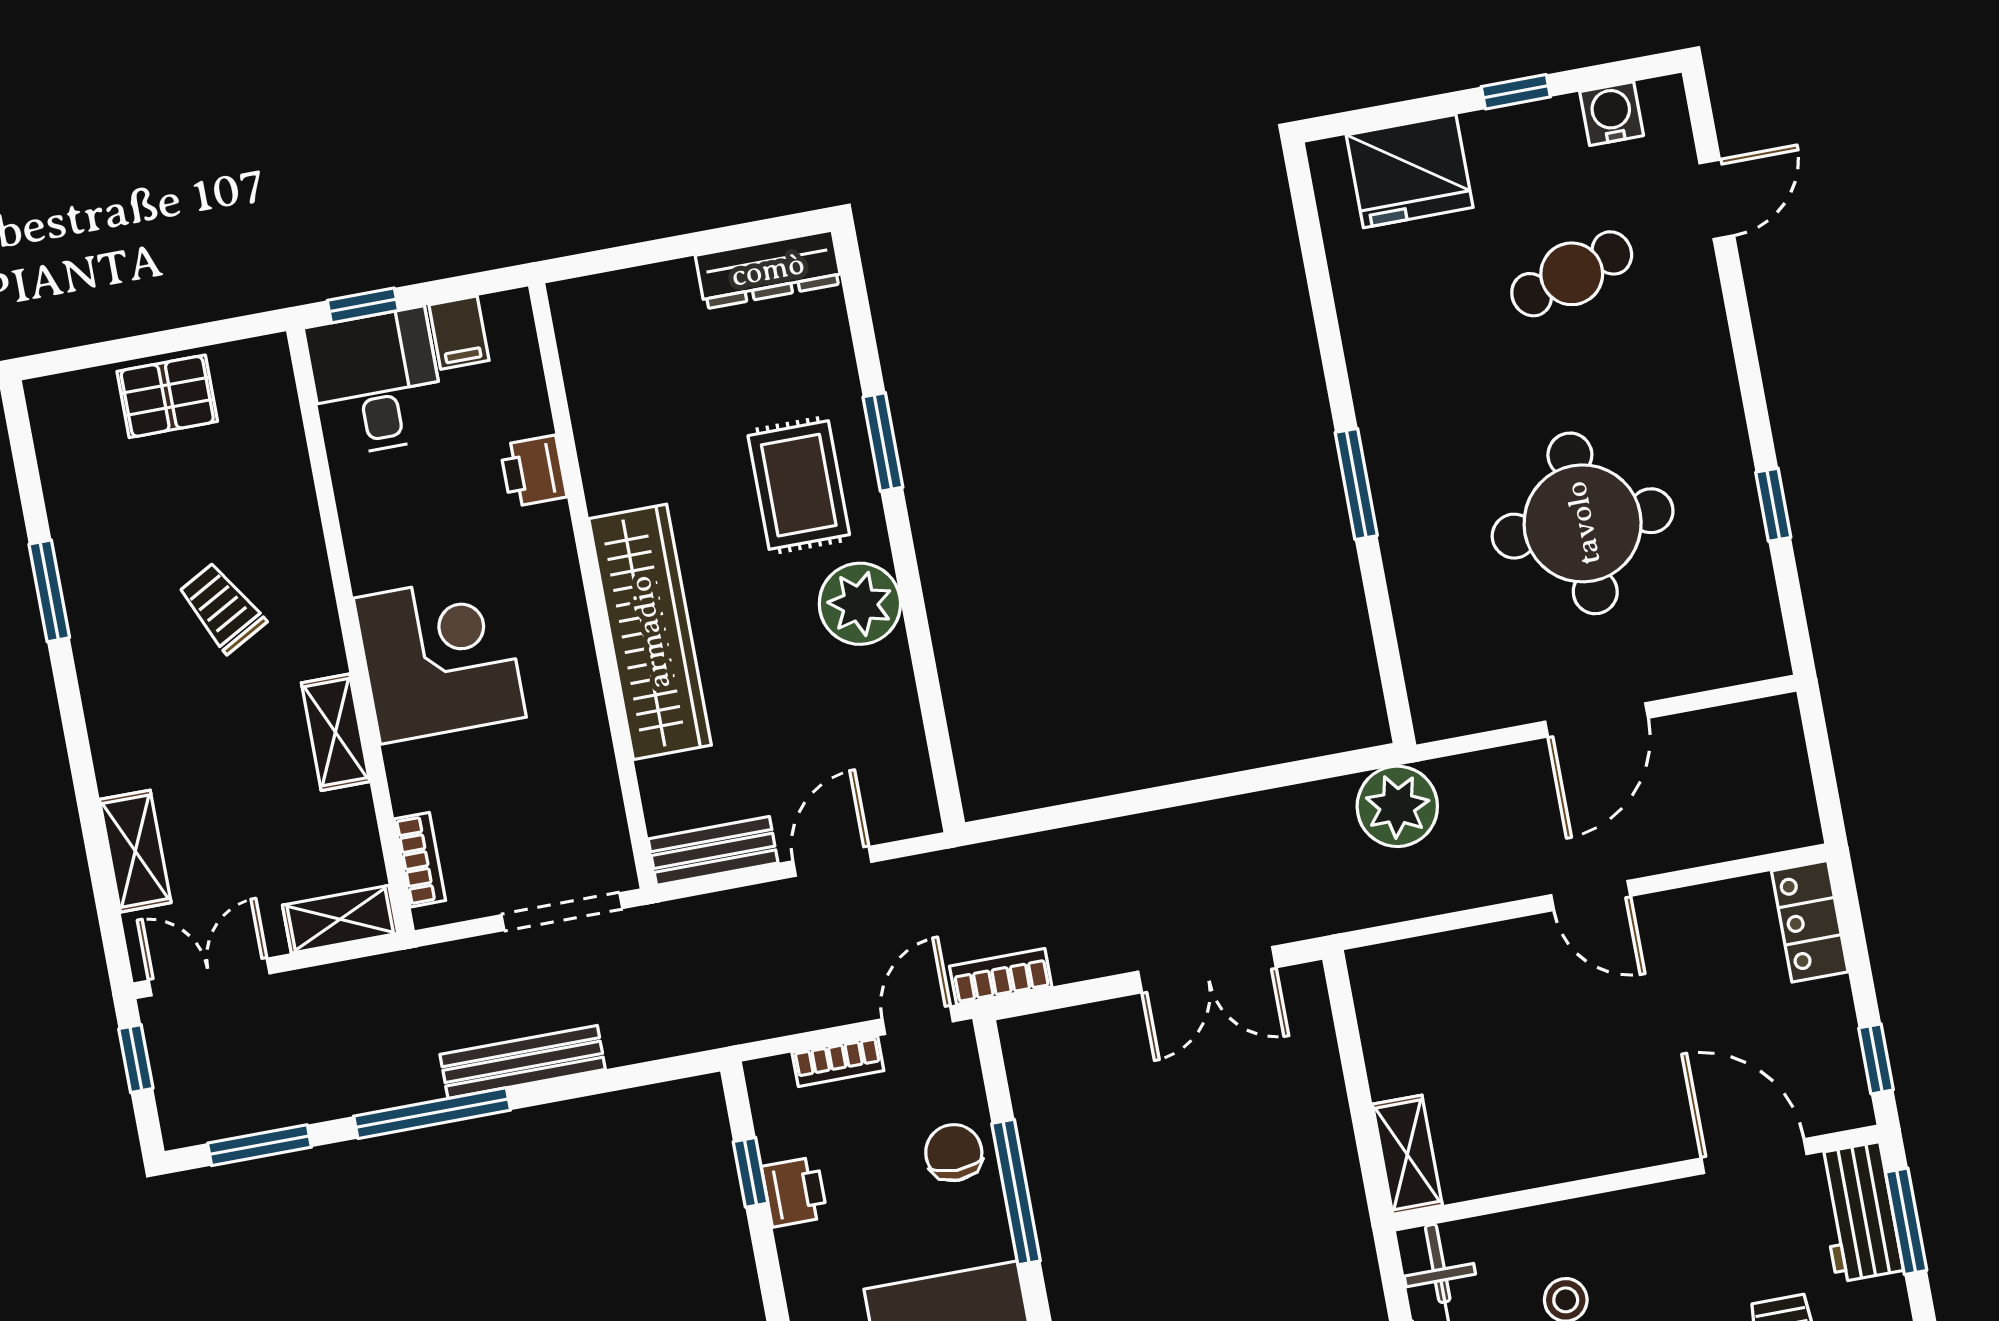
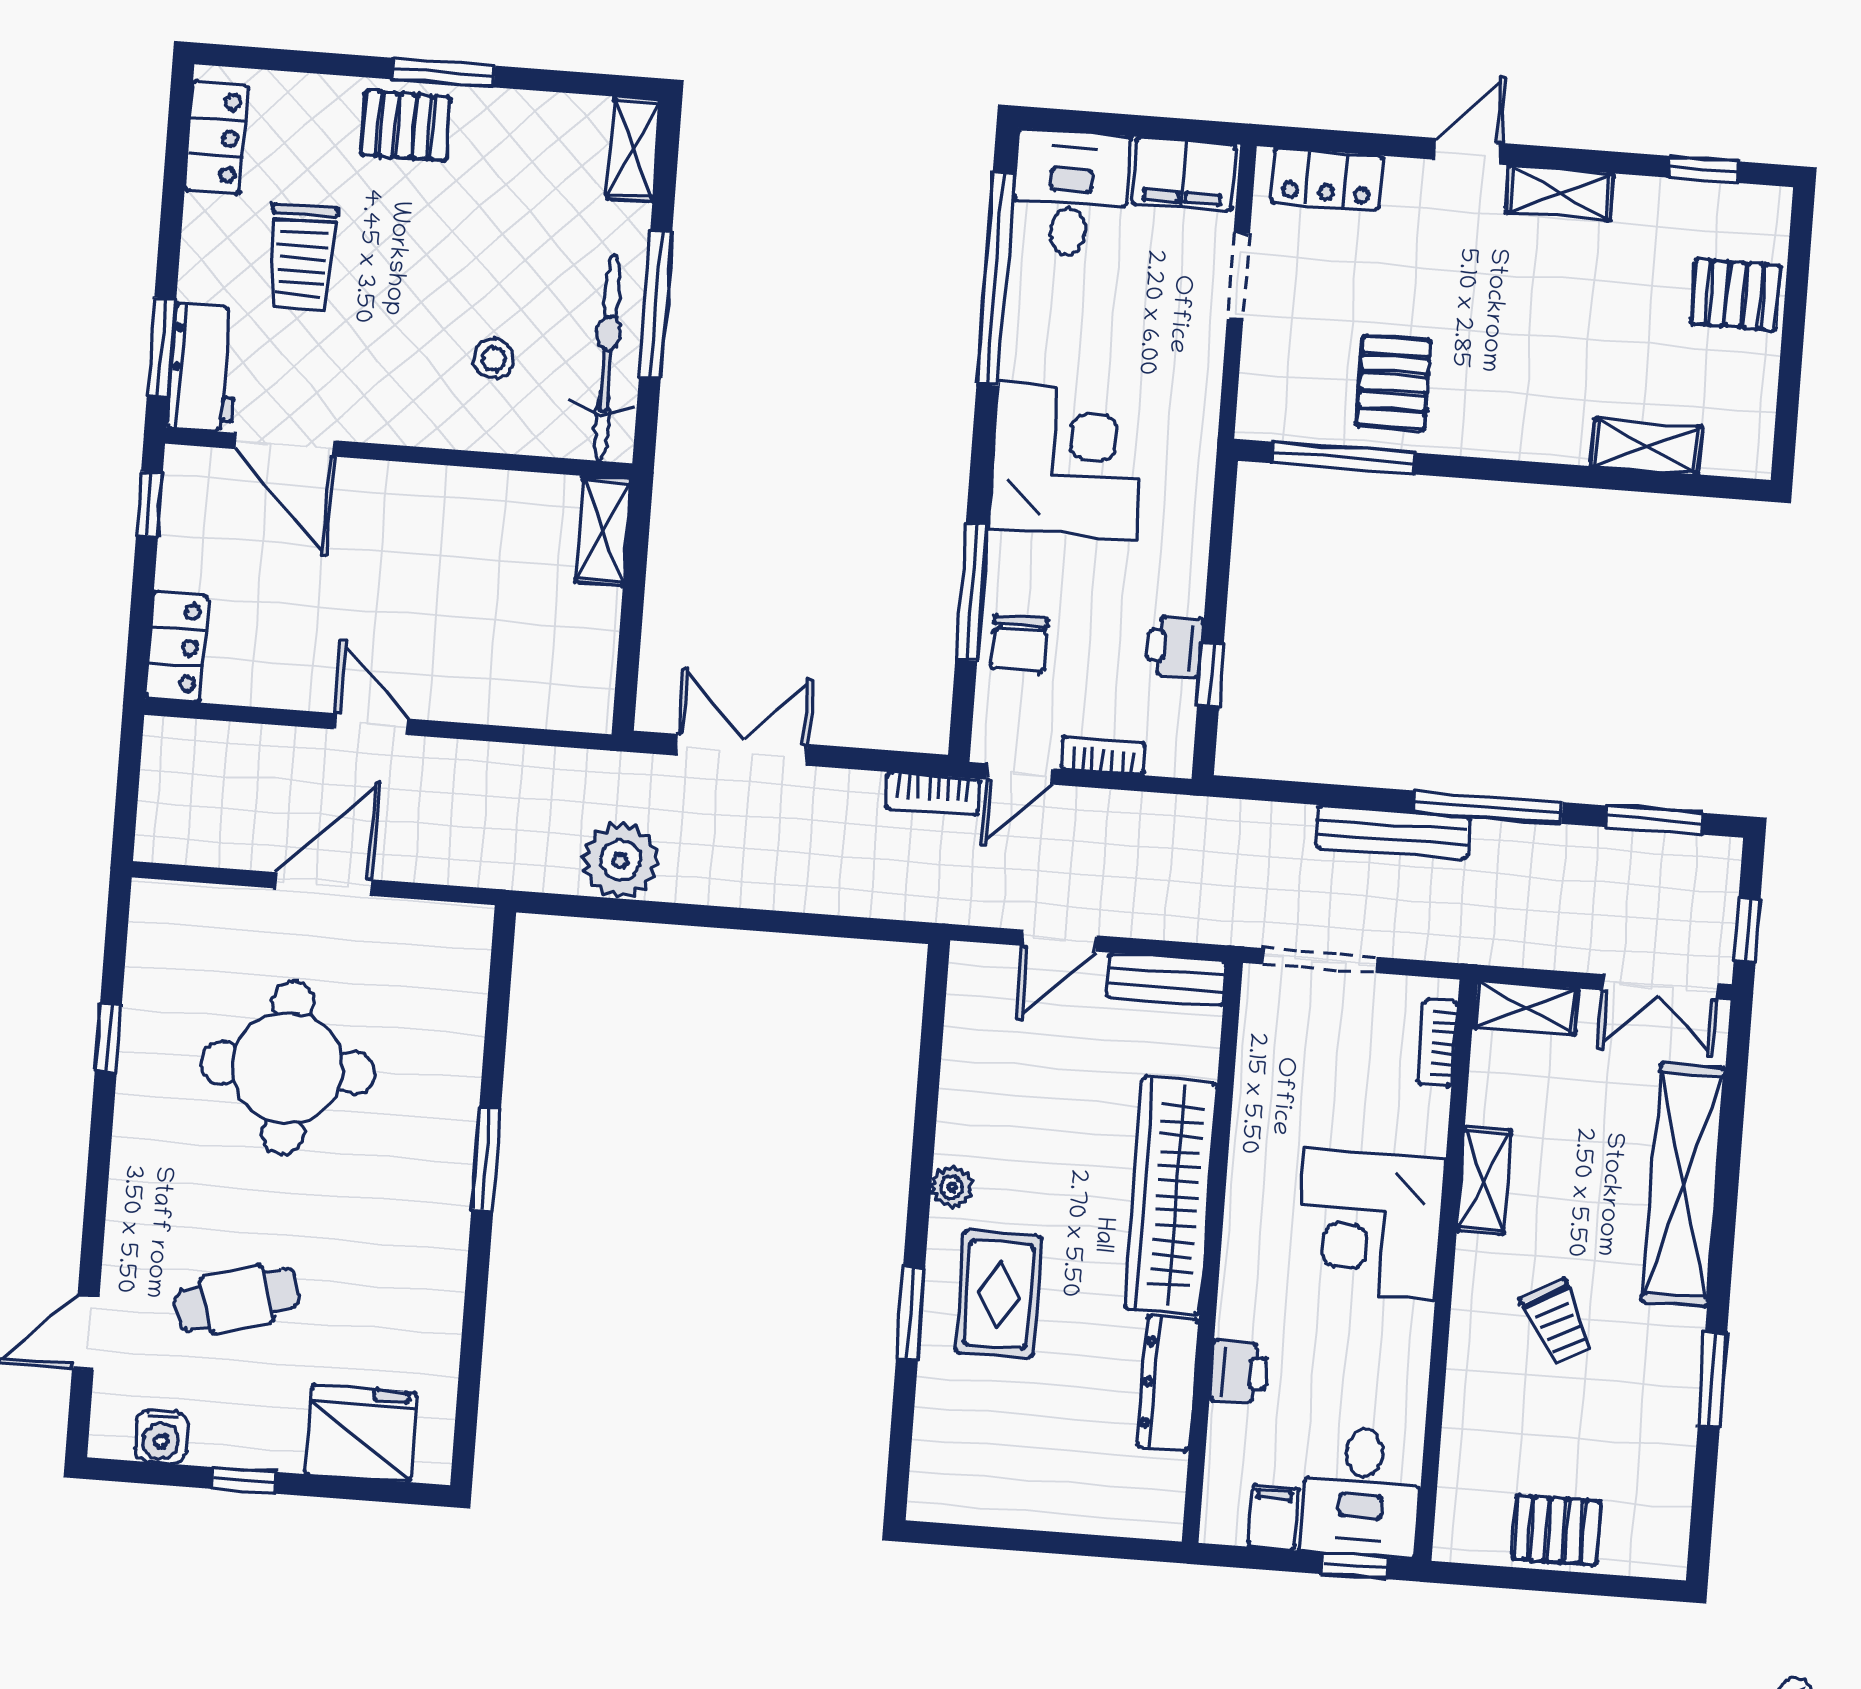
dresser: (768, 270) -> (1168, 1383), moved, turned -90
plant: (860, 604) -> (952, 1187), width x0.53, depth x0.53
plant: (1397, 806) -> (620, 860), moved
shelving: (135, 851) -> (1684, 1185), width x2.20, depth x1.33

